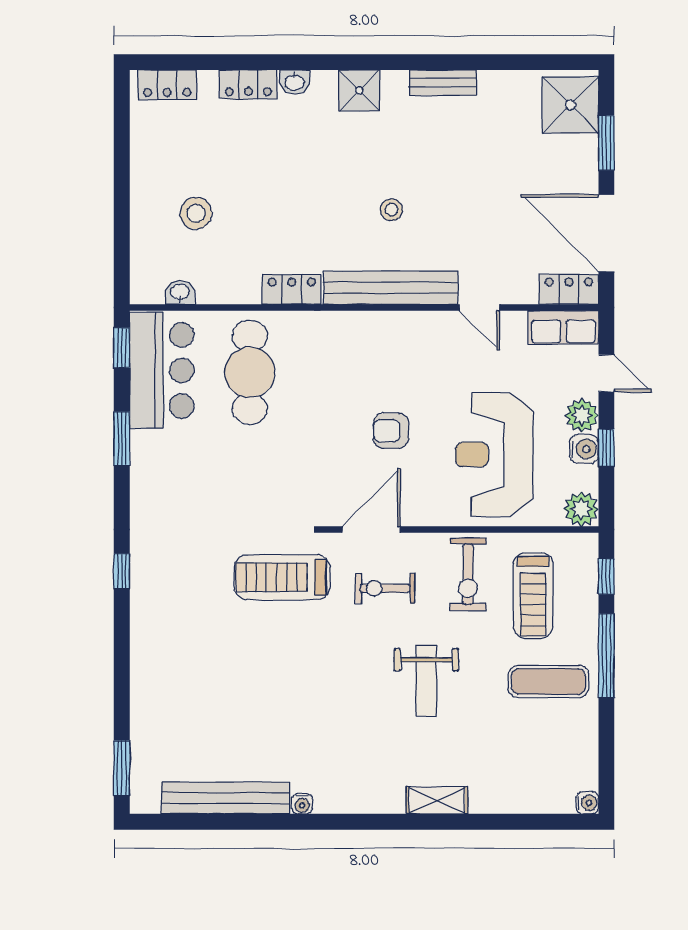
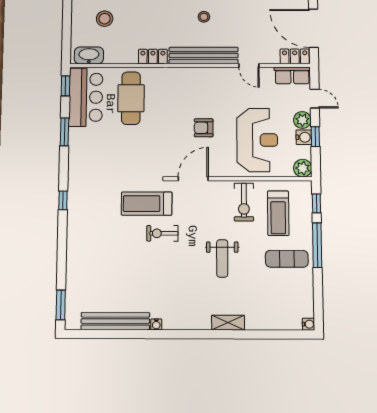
washbasin: (180, 292) -> (89, 55), width x1.91, depth x1.45
reception desk: (494, 455) -> (257, 140), turned 180
exercise bike: (385, 588) -> (162, 233), moved

